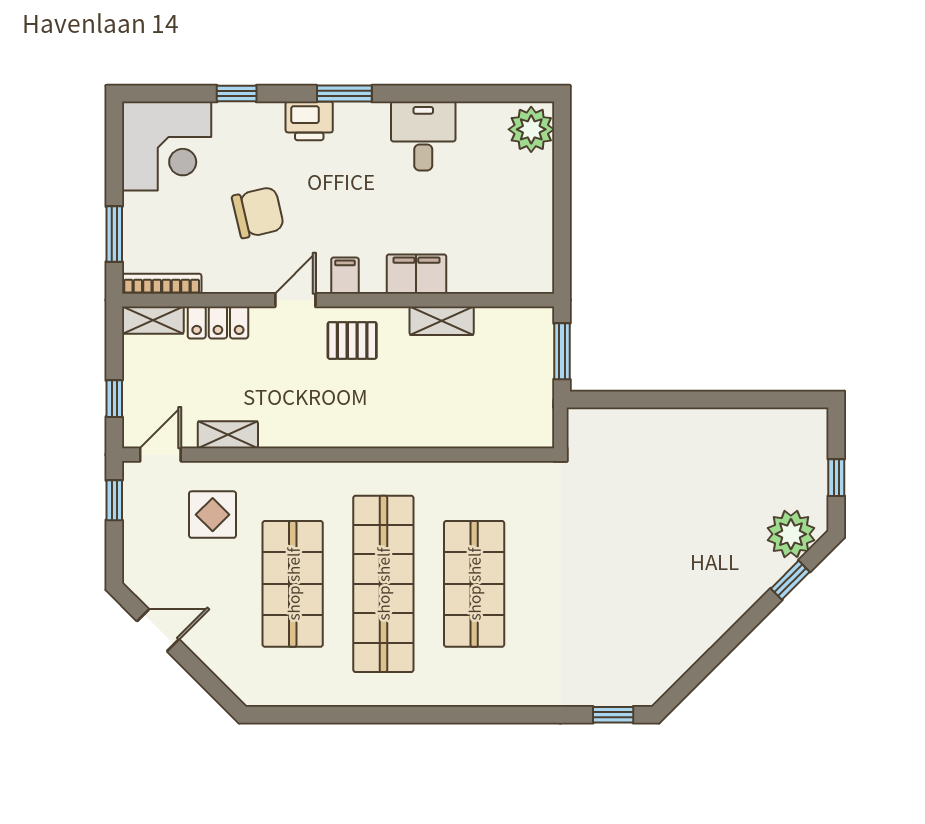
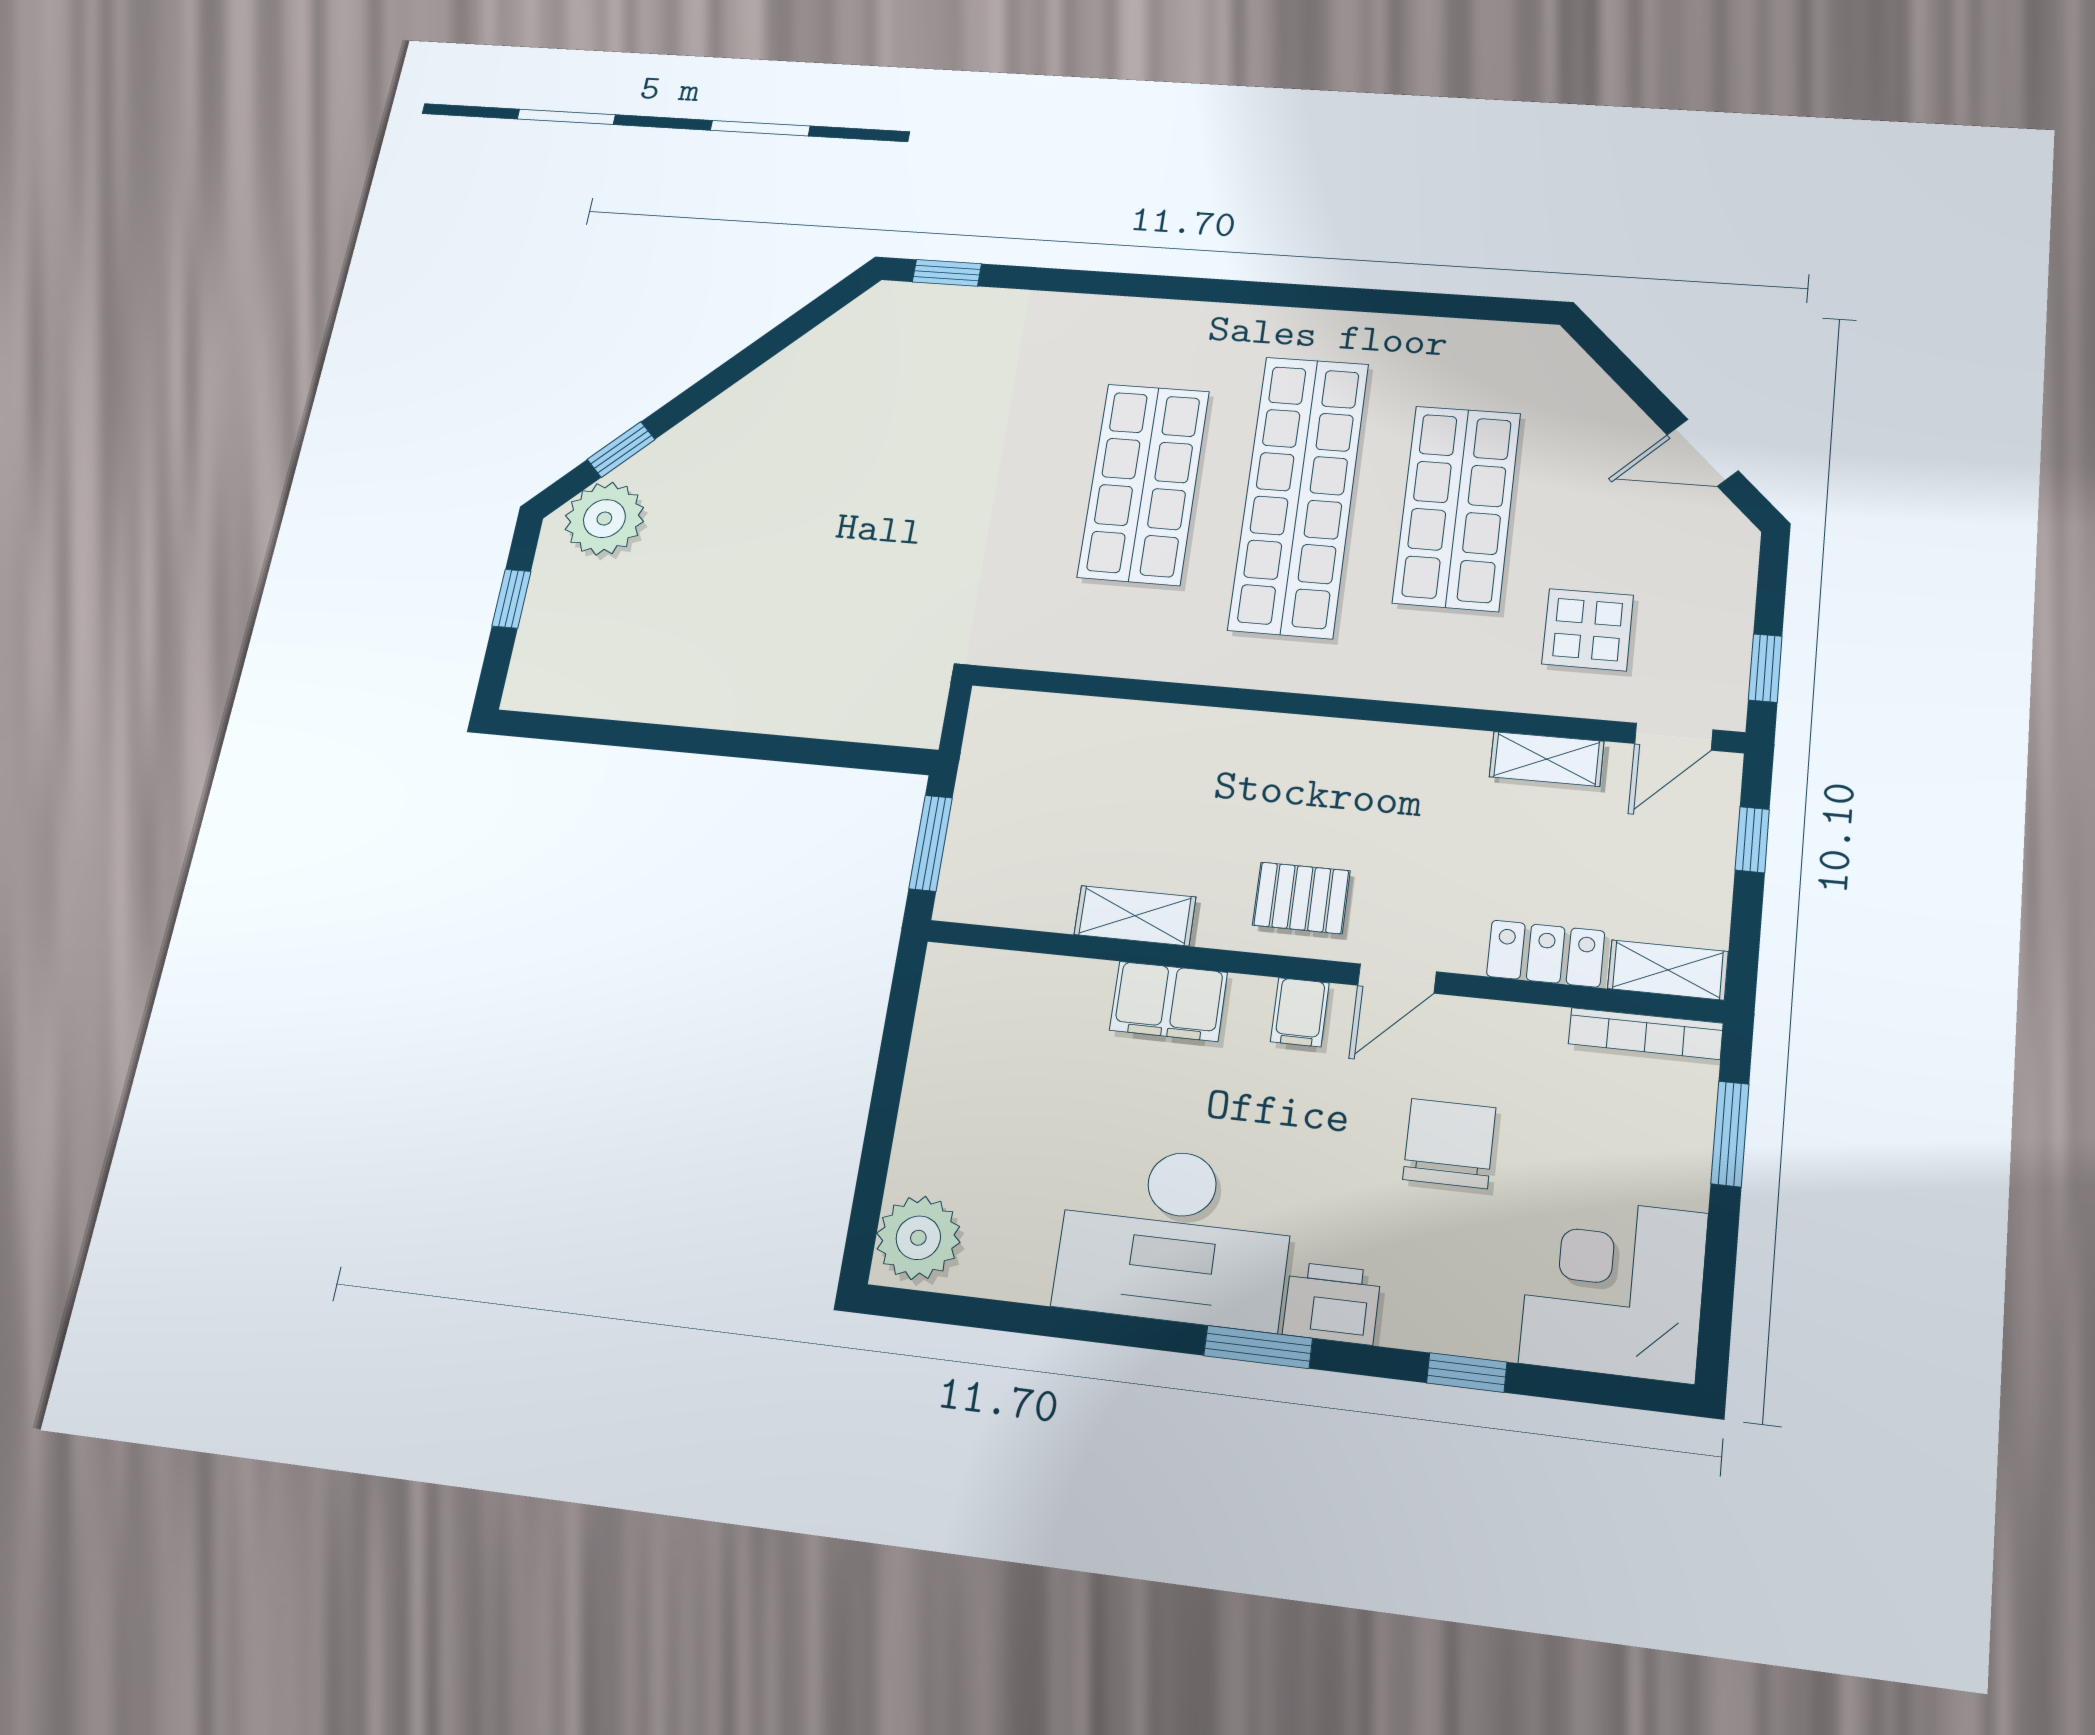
desk: (423, 136) -> (1175, 1236), width x1.87, depth x1.30
chair: (258, 212) -> (1449, 1143), turned 103

